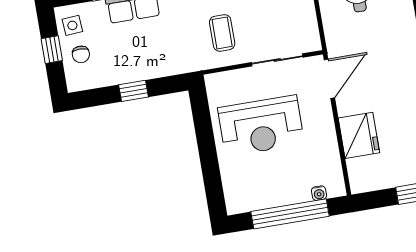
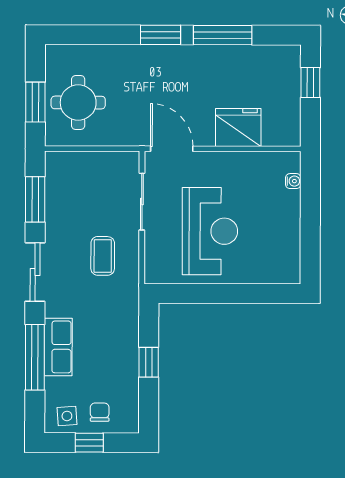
coffee table: (222, 33) -> (103, 256), turned 90
chair: (81, 54) -> (100, 412), turned -90
window: (290, 214) -> (310, 216), removed

